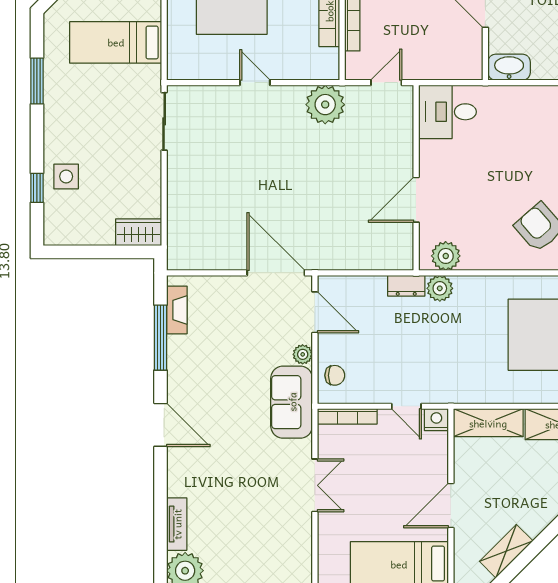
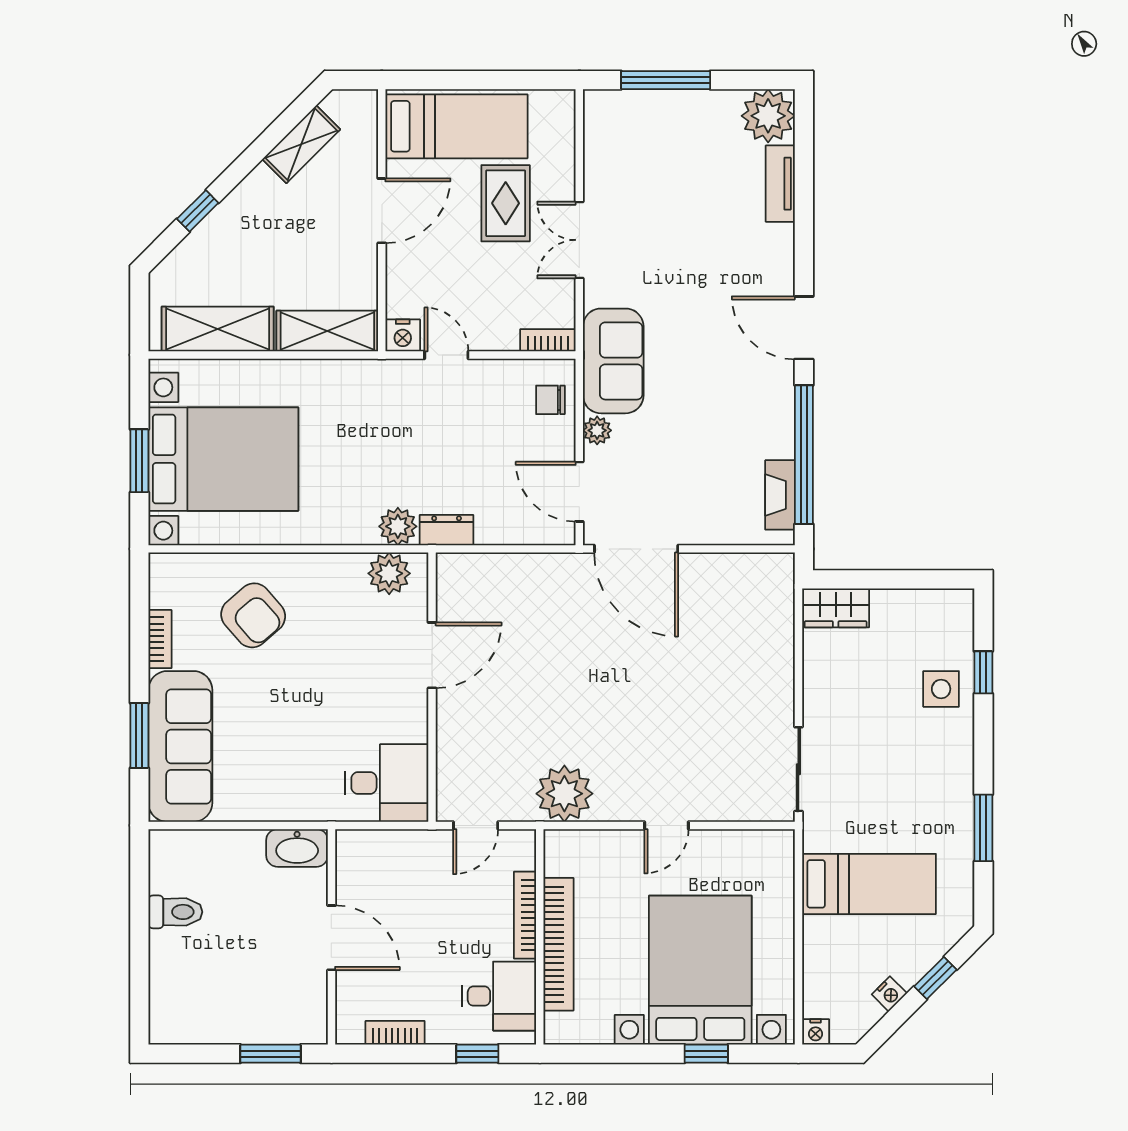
door: (255, 83) -> (666, 825), hinge flipped
window: (161, 338) -> (804, 455), width x1.46
bookcase: (347, 416) -> (548, 340), width x0.64
rug: (366, 511) -> (506, 203), added

